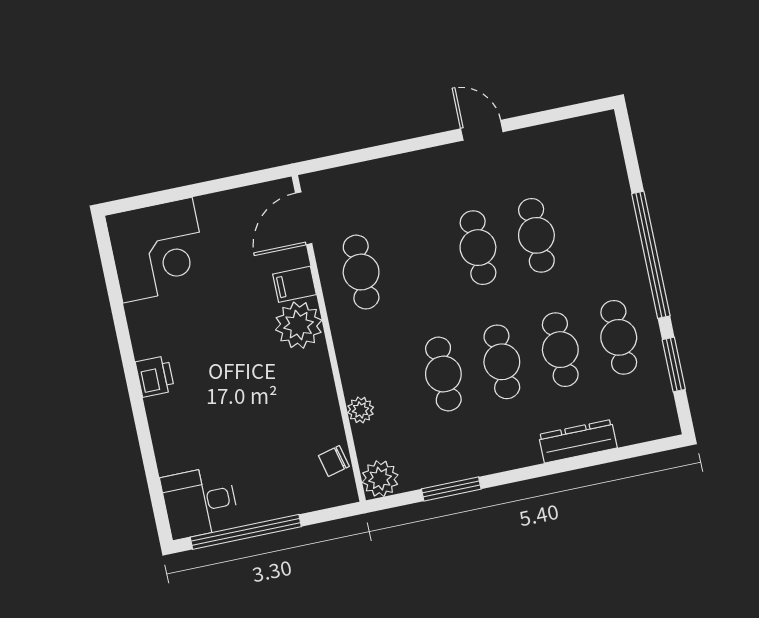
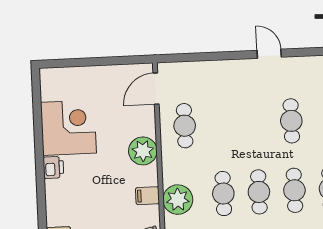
cafe table: (478, 248) -> (256, 122), removed
corner desk: (157, 250) -> (69, 128), moved, turned -90
filing cabinet: (295, 284) -> (147, 196), moved
plant: (361, 410) -> (178, 200), width x1.88, depth x1.88

